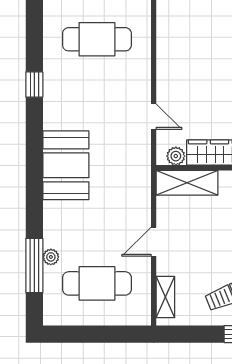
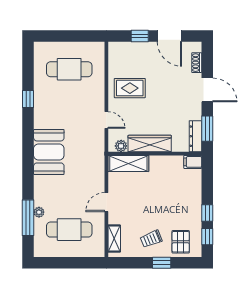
rug: (189, 68) -> (130, 88), added

